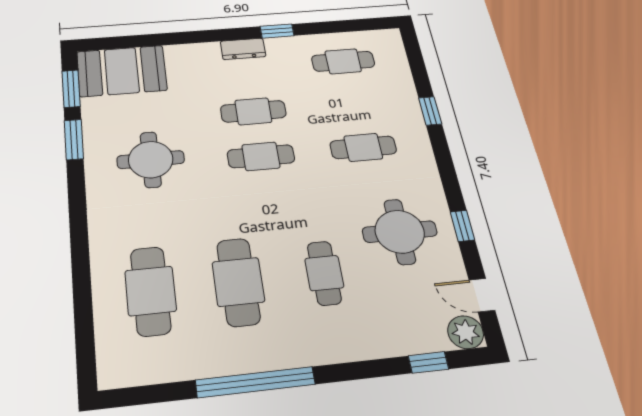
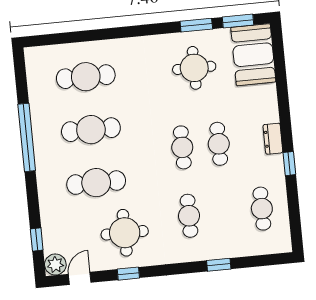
round table: (151, 160) -> (194, 68), moved
cafe table: (324, 273) -> (96, 183), width x1.37, depth x1.35

